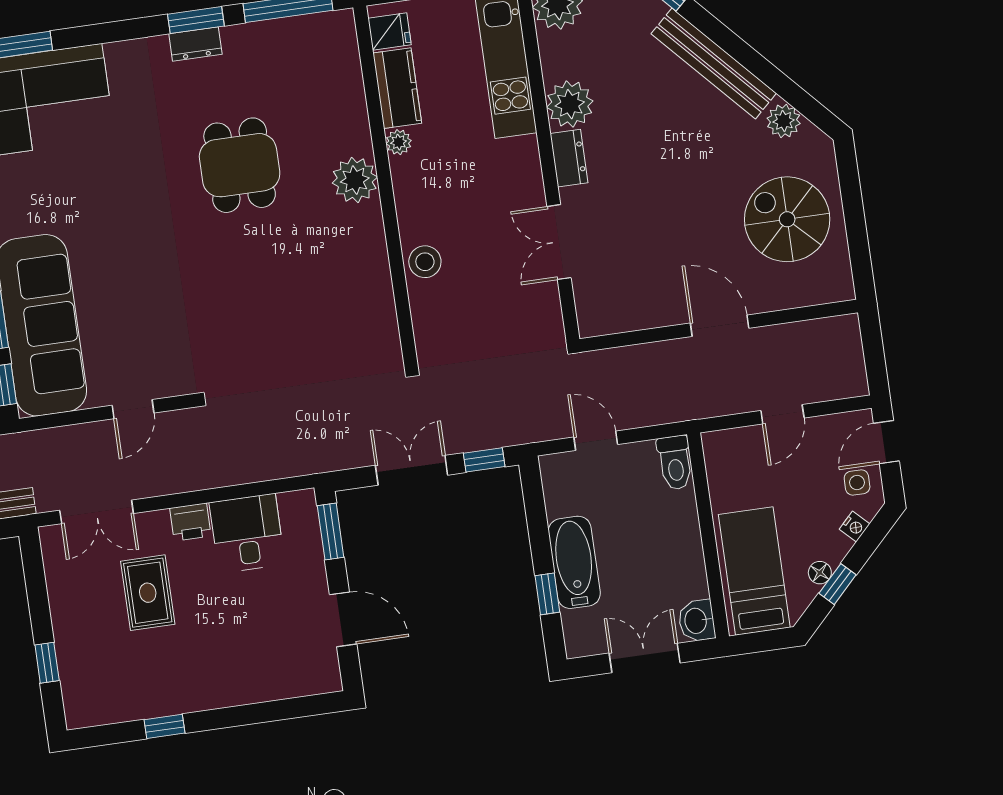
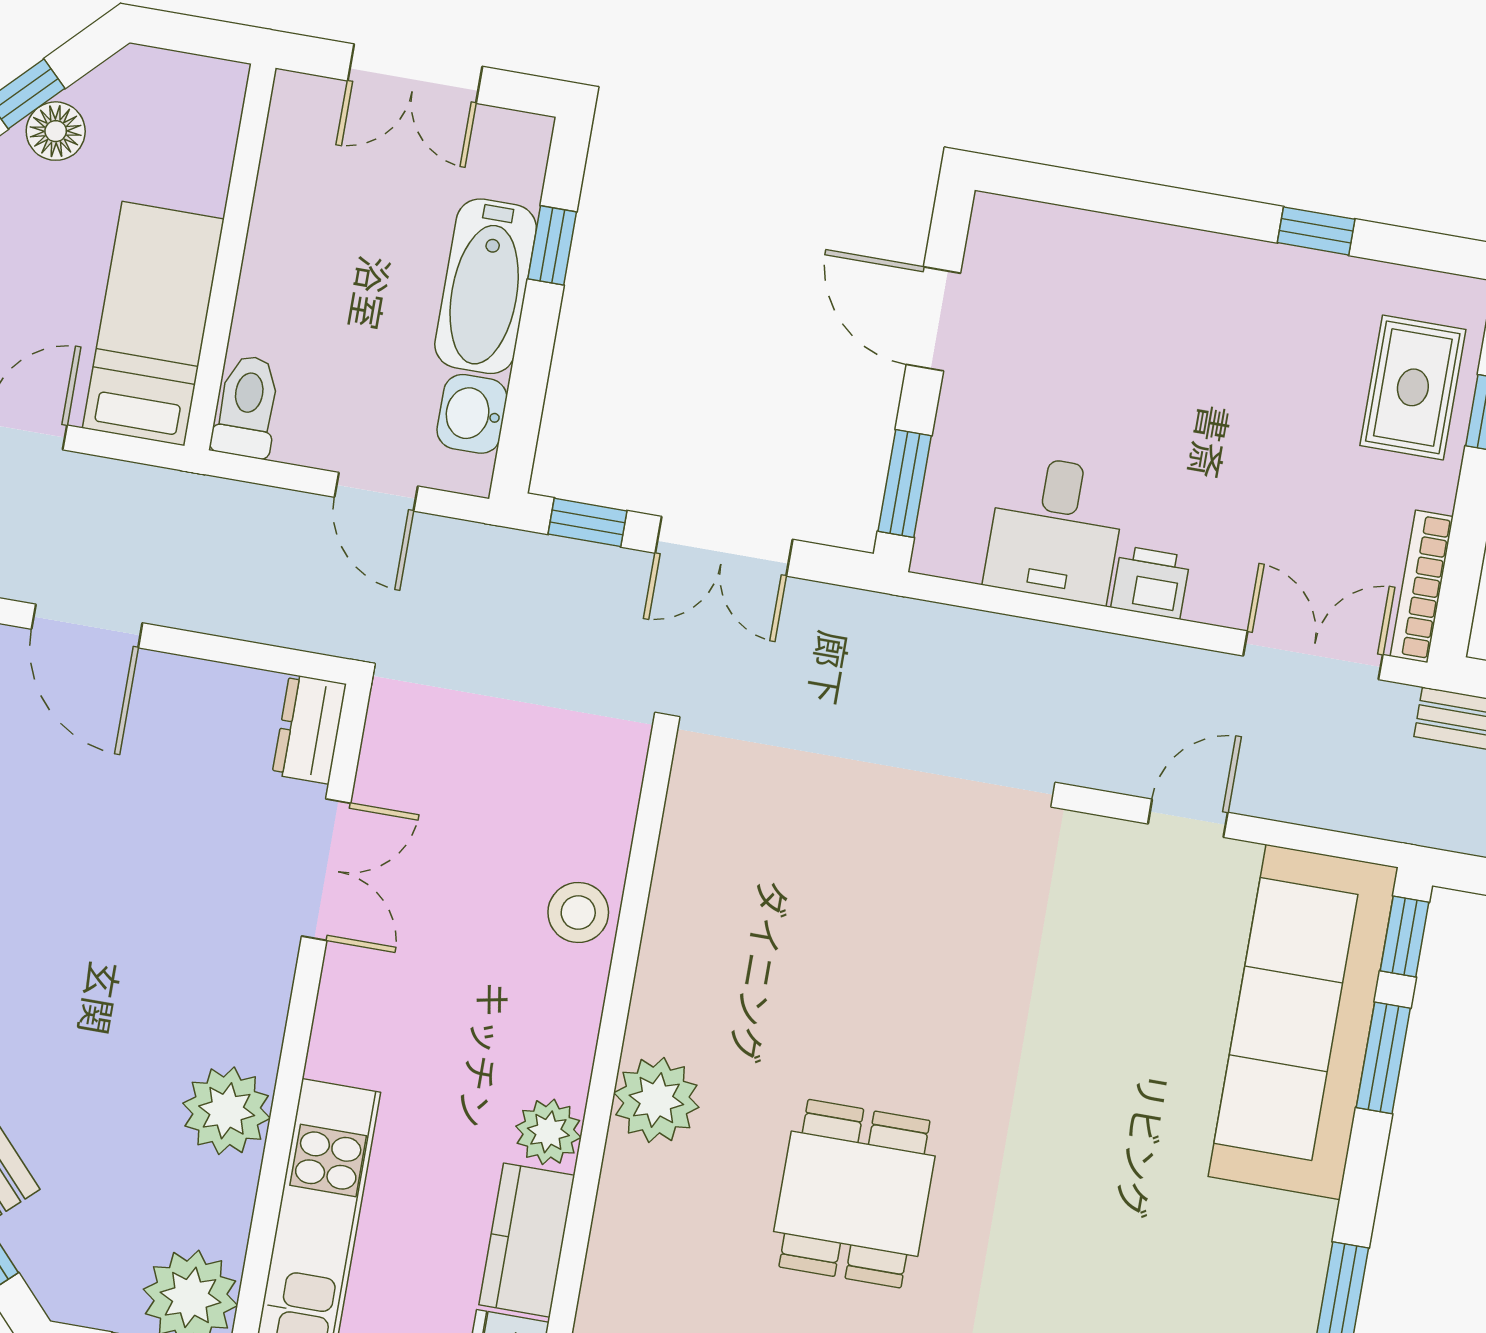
plant: (399, 142) -> (548, 1132), width x1.38, depth x1.38
dresser: (569, 158) -> (309, 729), moved
bookcase: (53, 564) -> (1422, 586), added
bed: (754, 571) -> (153, 324), moved, turned 180
floor lamp: (820, 573) -> (56, 131), width x1.37, depth x1.37
rug: (148, 593) -> (1413, 387), moved
washbasin: (697, 621) -> (472, 414), moved, turned 180

